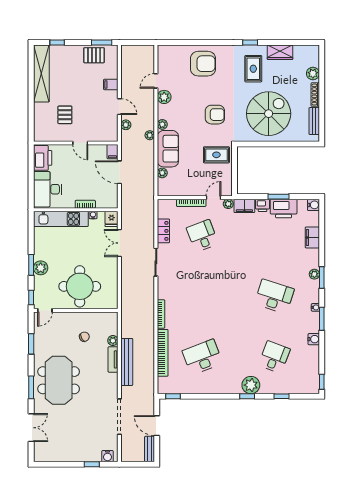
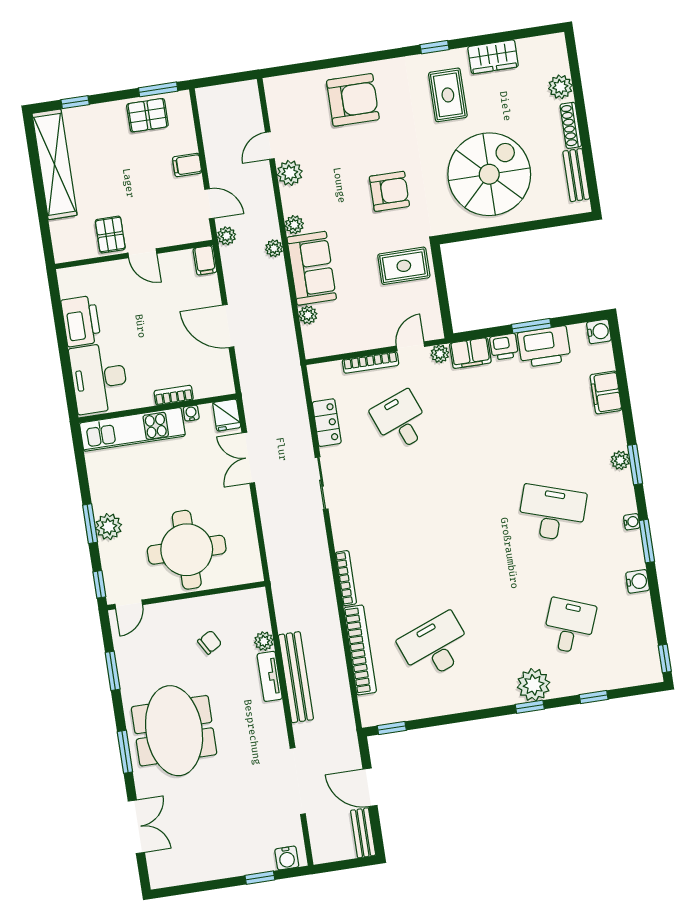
wall: (76, 143) -> (134, 255), moved
door: (80, 143) -> (142, 253), moved
filing cabinet: (113, 152) -> (205, 260), moved

